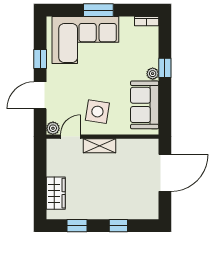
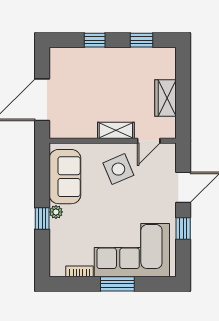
bookcase: (147, 21) -> (80, 271), moved
side table: (97, 112) -> (118, 169), turned -32
plant: (53, 128) -> (169, 150), removed
wardrobe: (56, 193) -> (165, 98), moved

